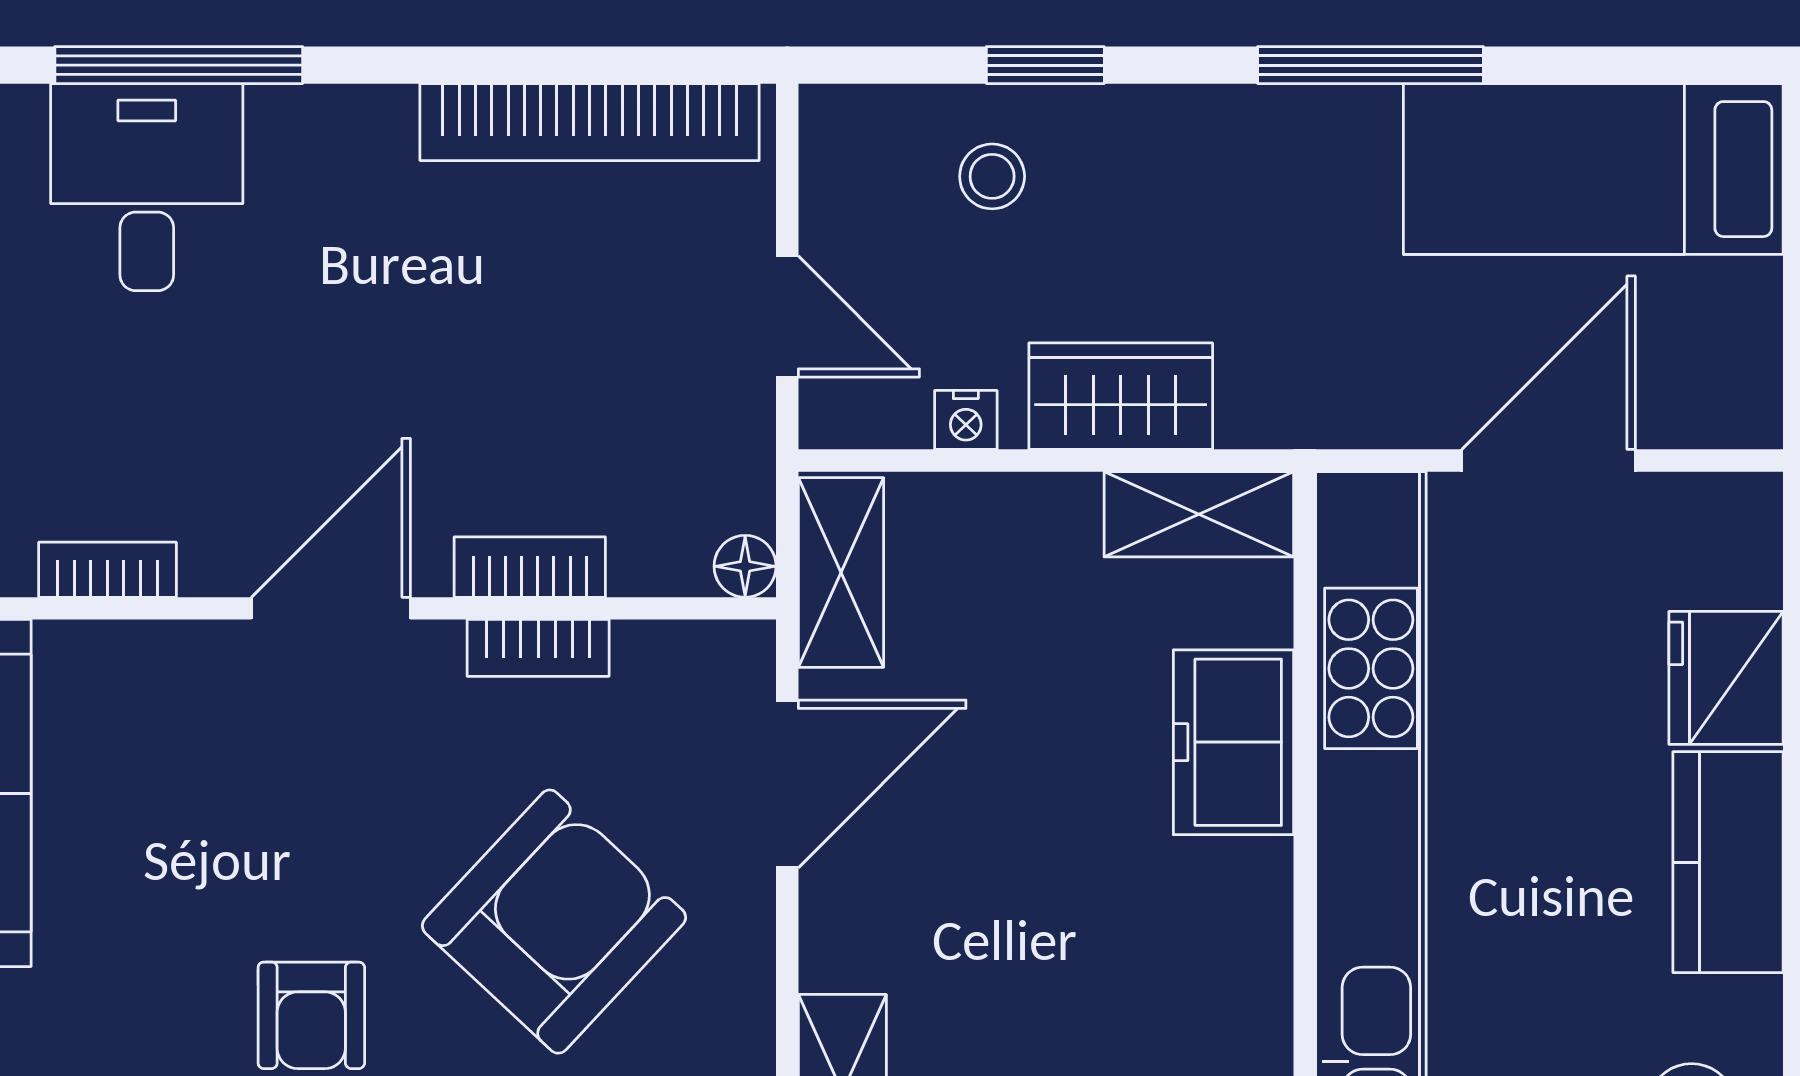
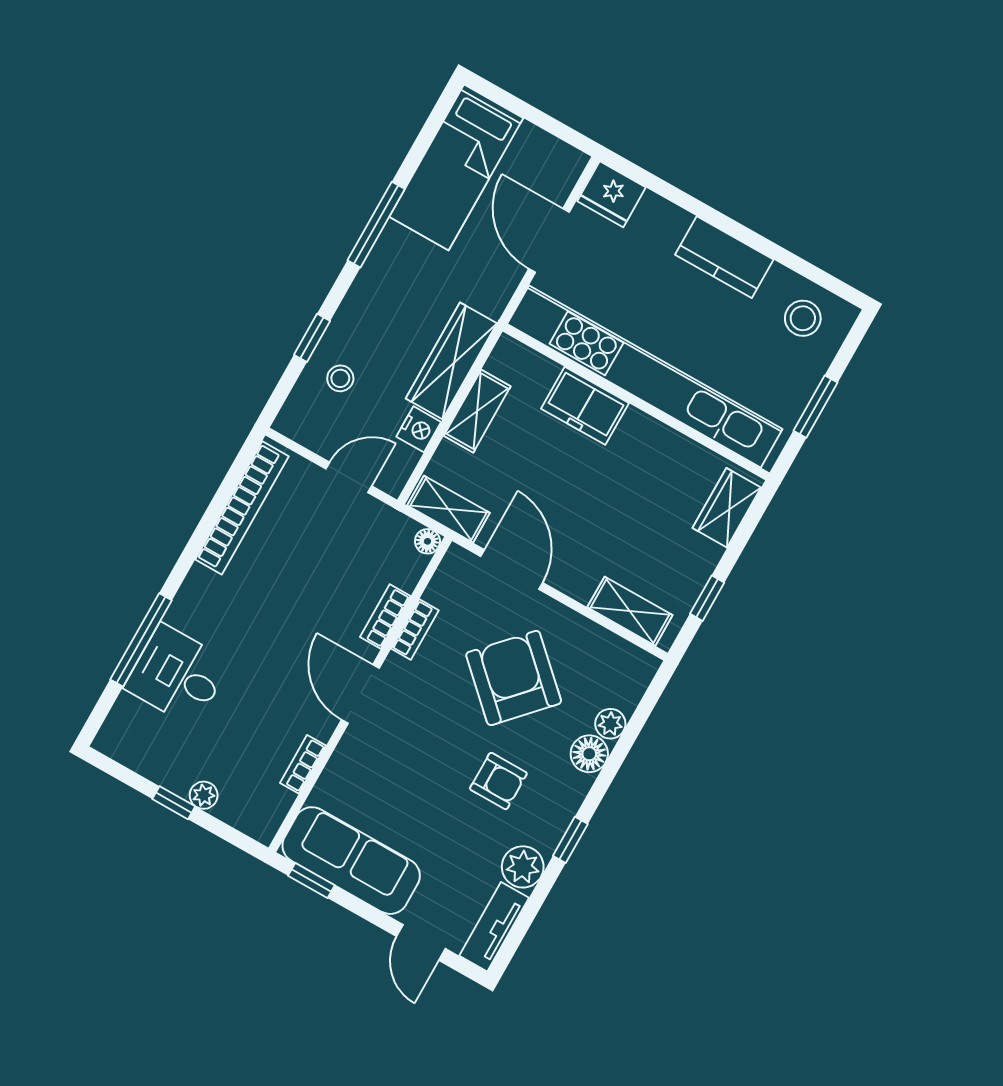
wardrobe: (1121, 396) -> (451, 361), width x1.50
nightstand: (966, 420) -> (419, 429), width x1.39, depth x1.35
shelving: (1199, 514) -> (477, 411), moved
fridge: (1726, 678) -> (612, 194), moved

